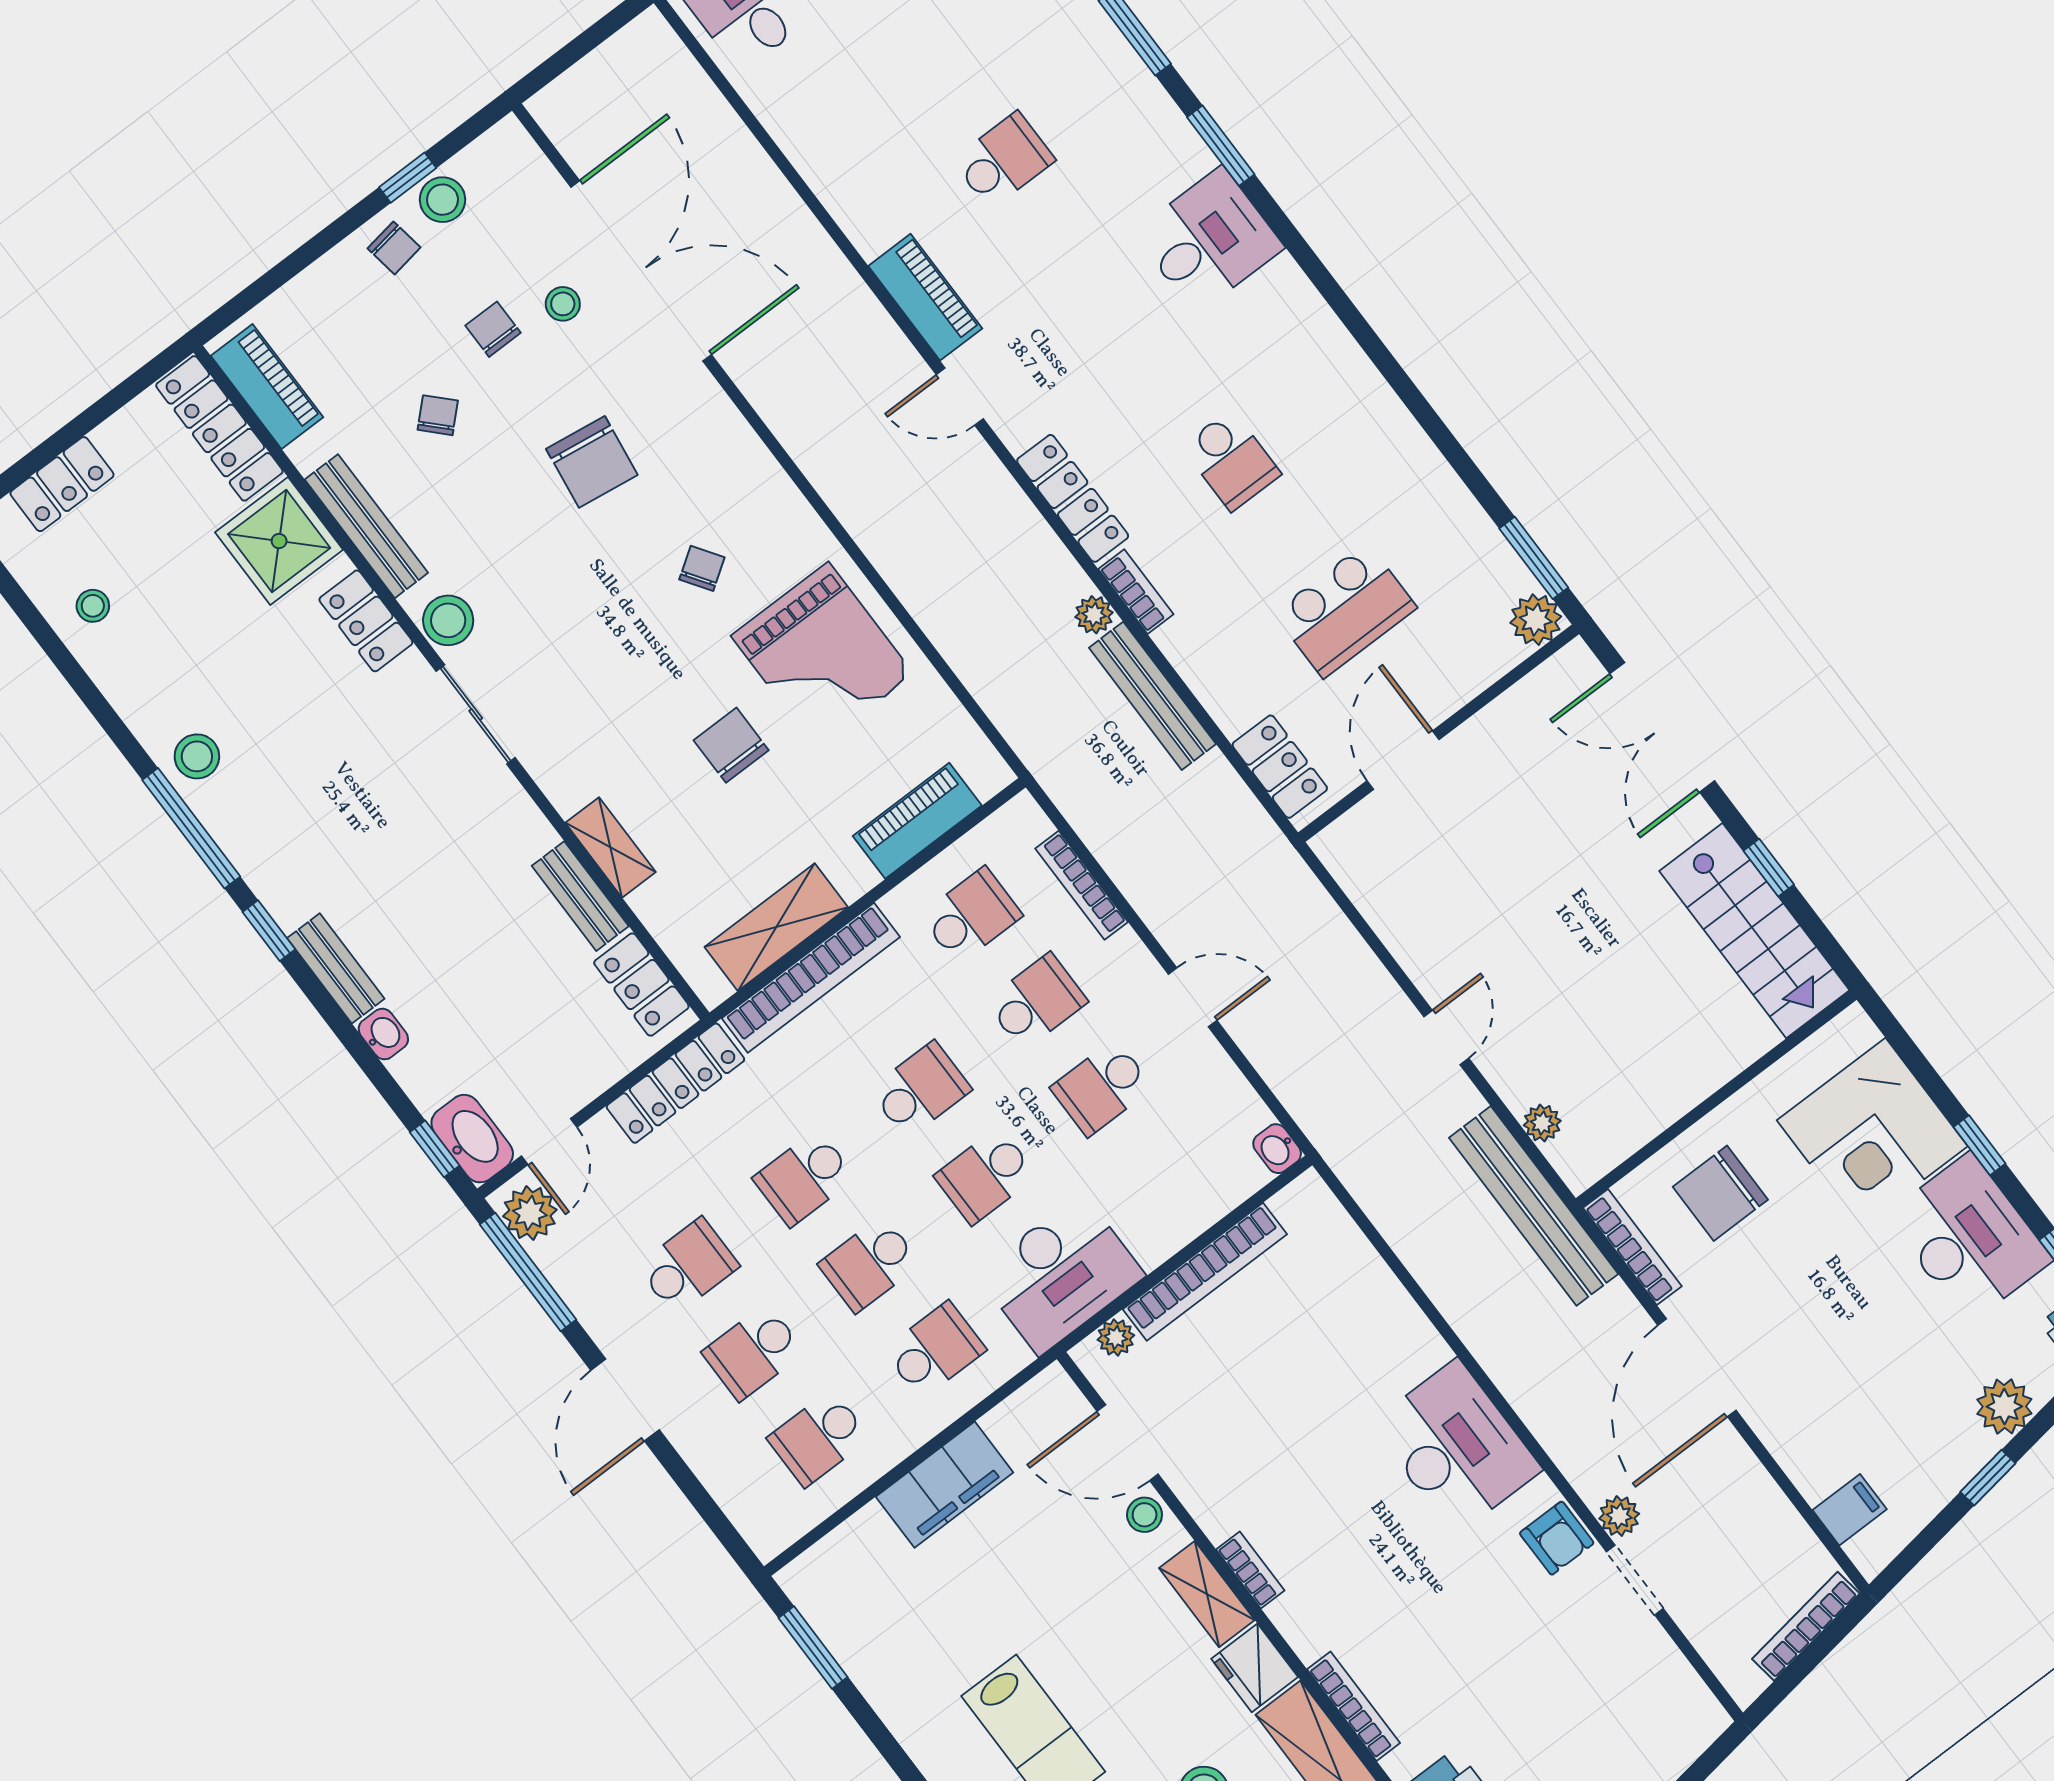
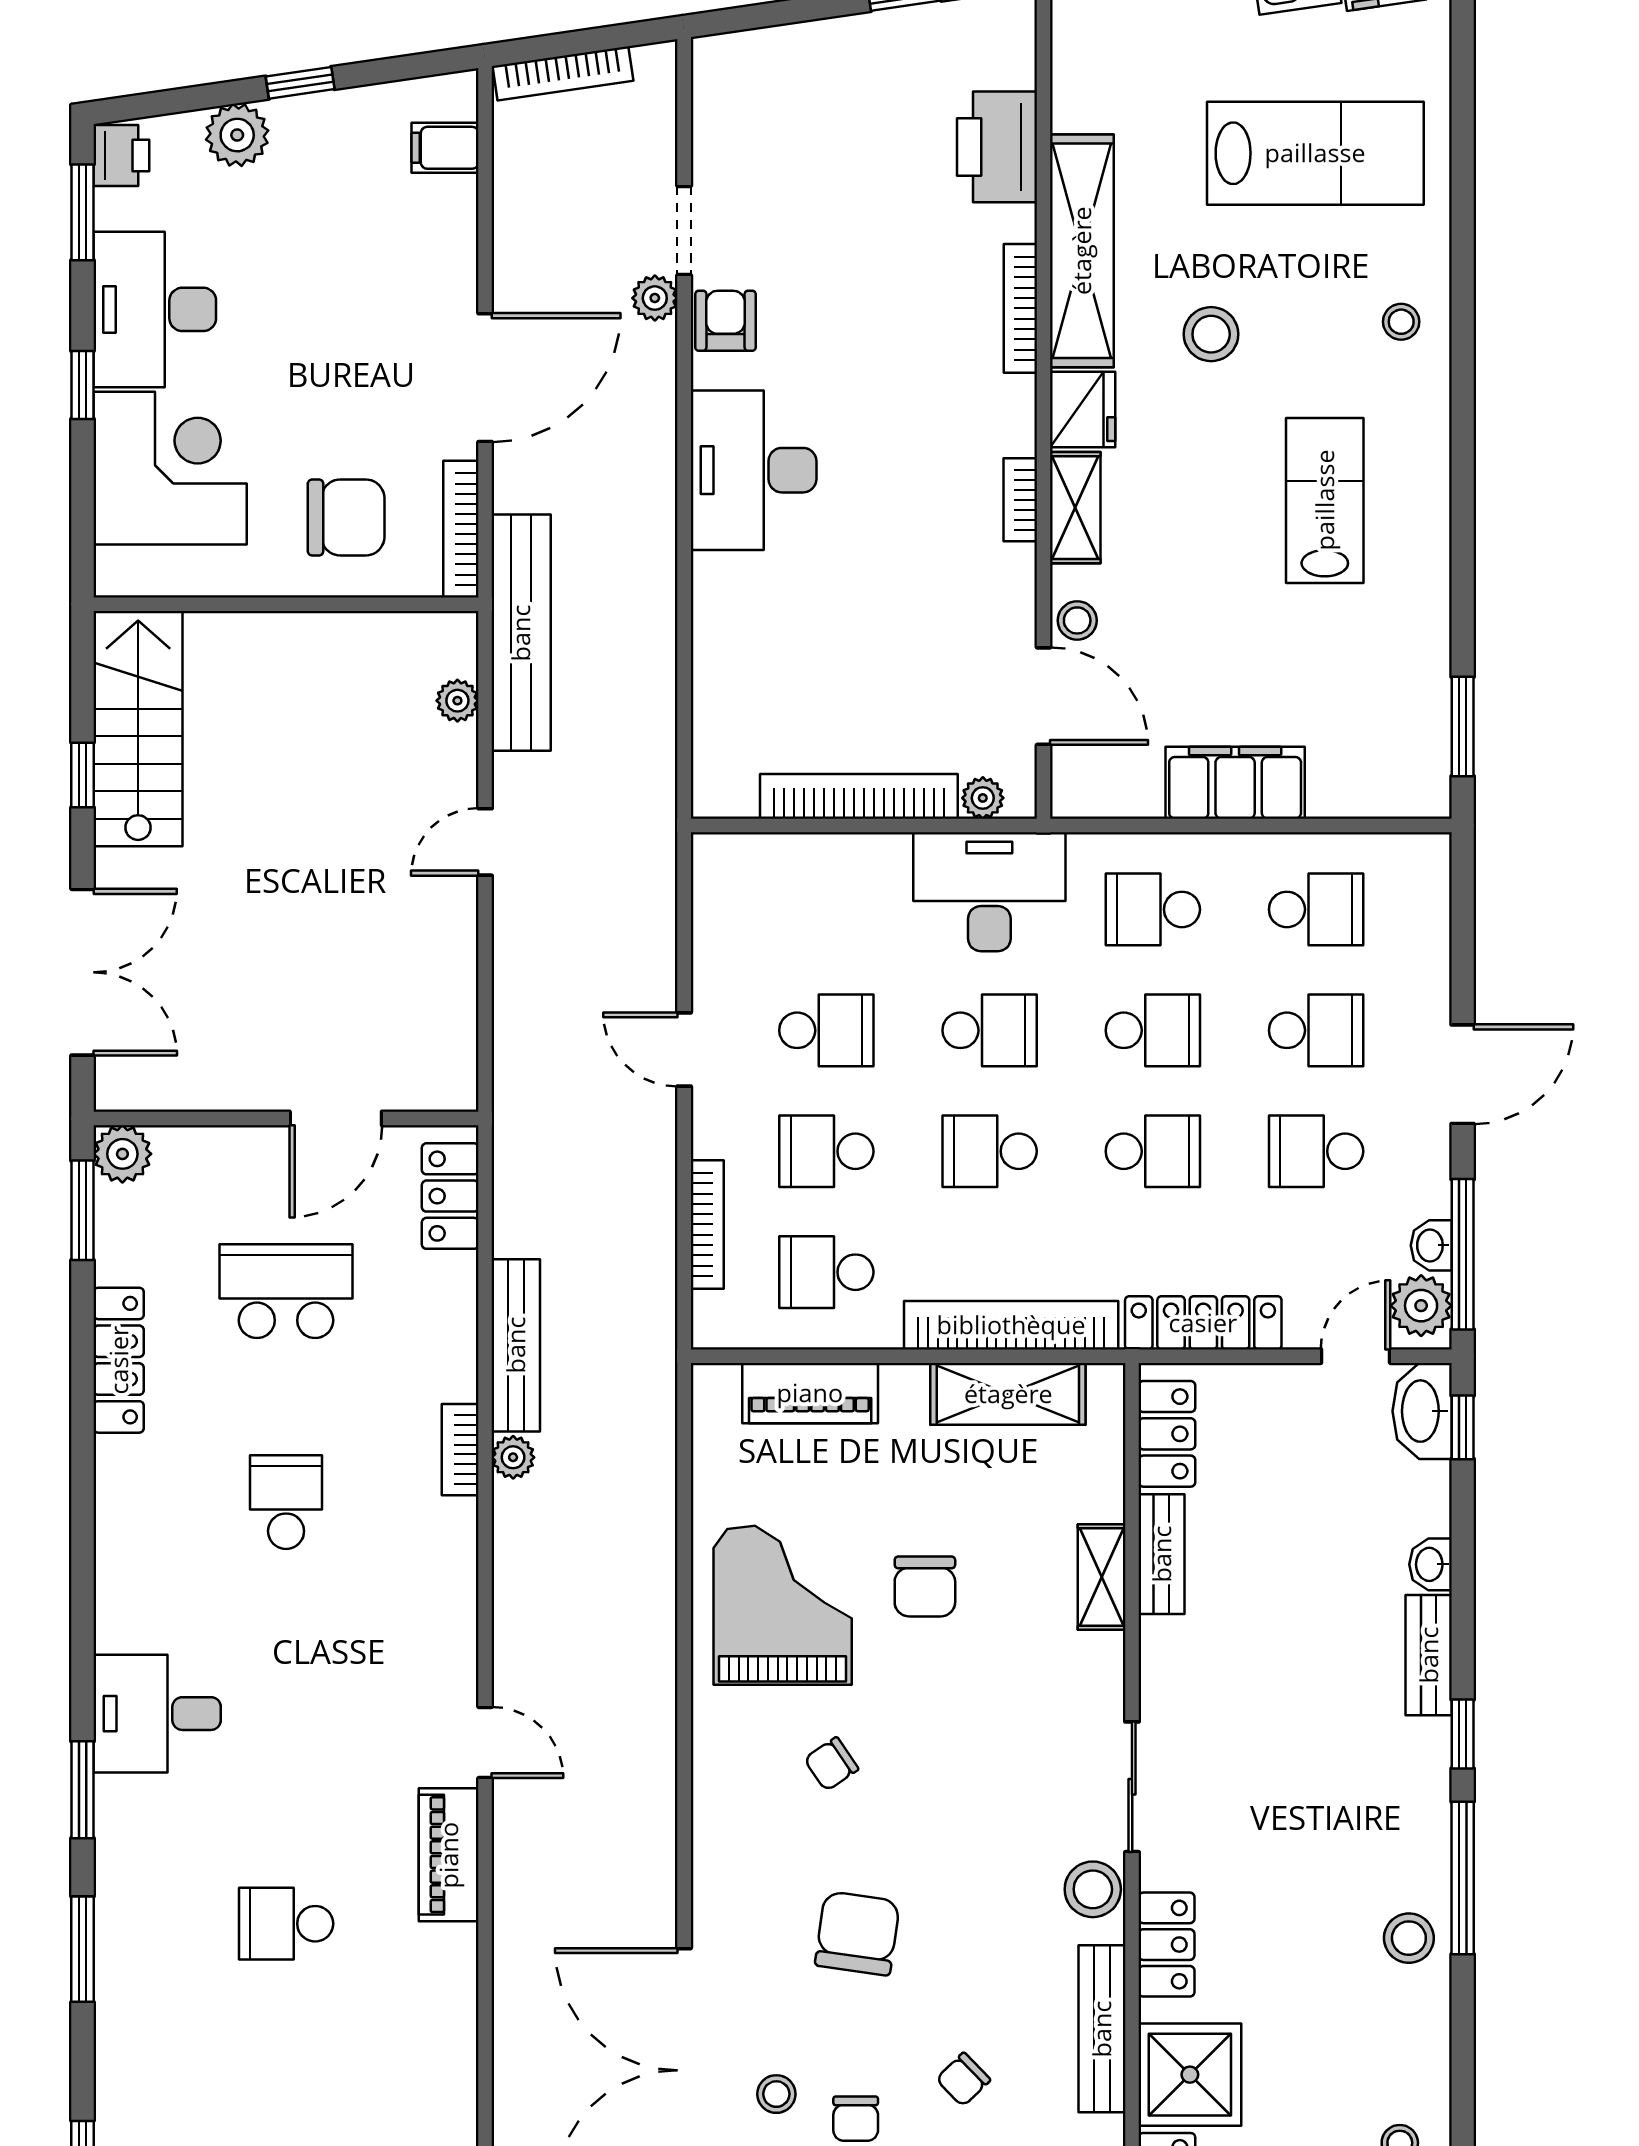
locker: (1073, 498) -> (119, 1360), moved, turned 180
washbasin: (1277, 1149) -> (1431, 1245), moved, turned 180

